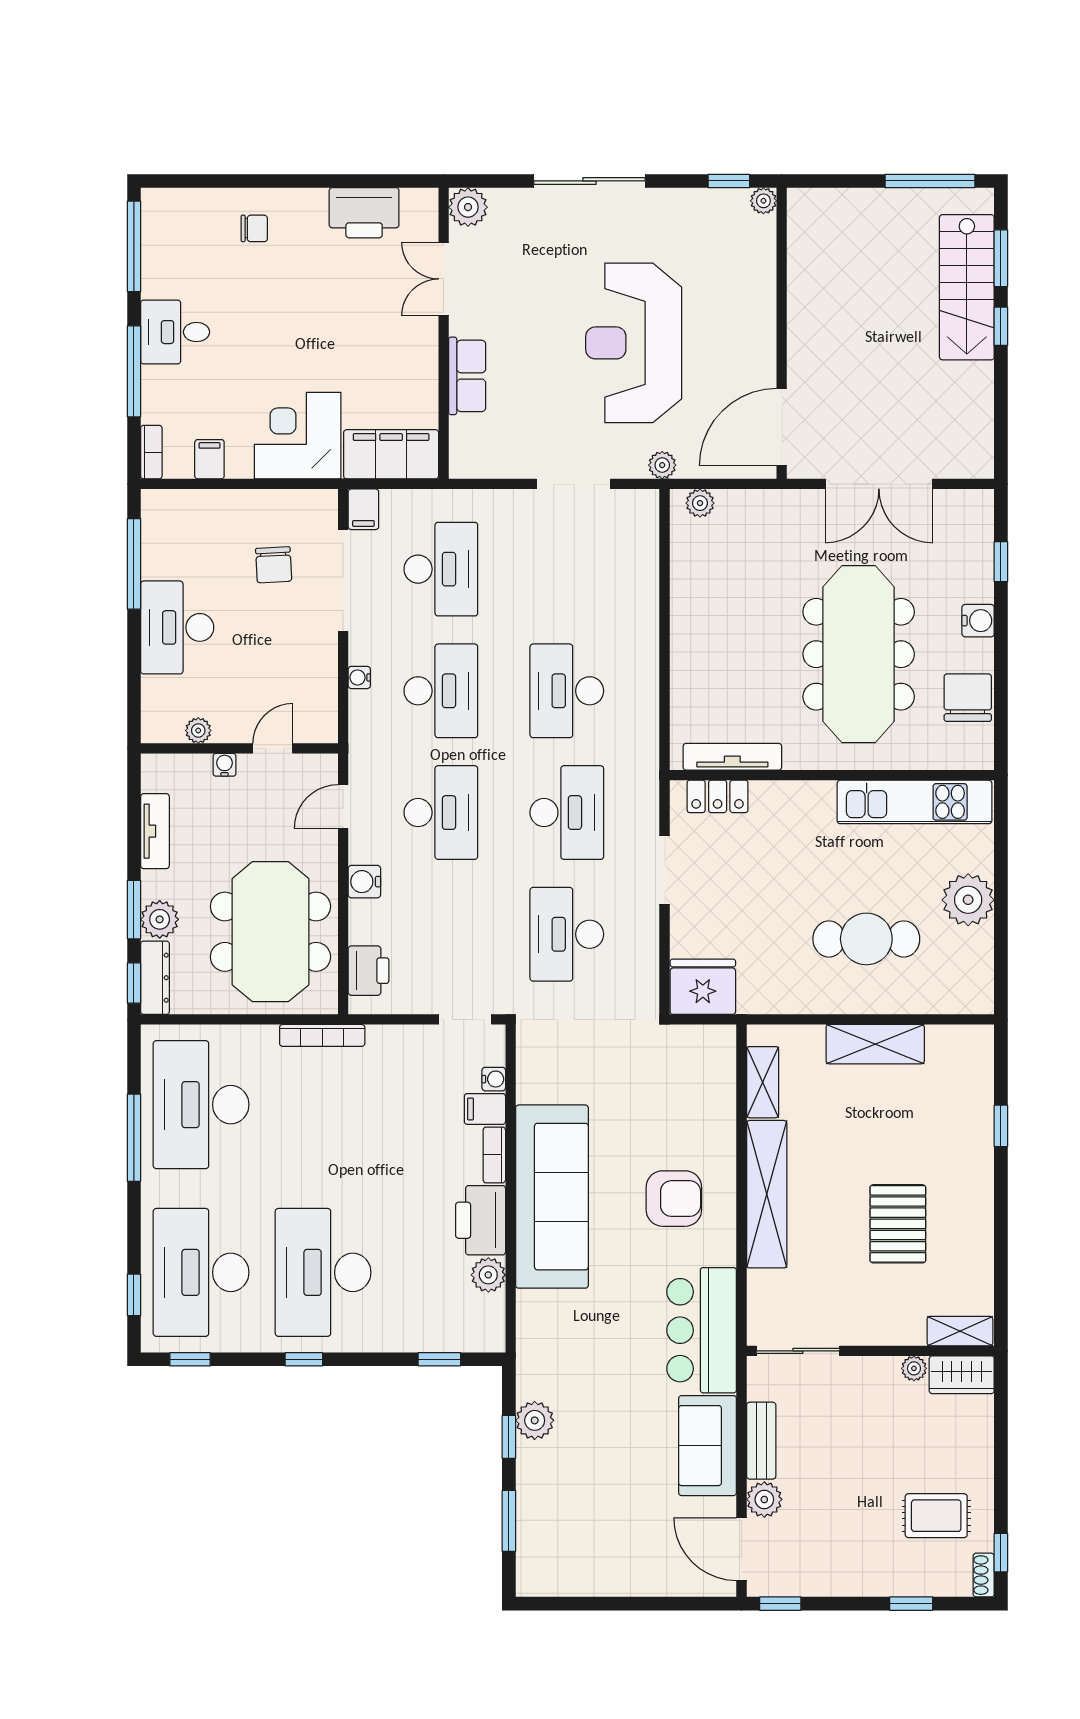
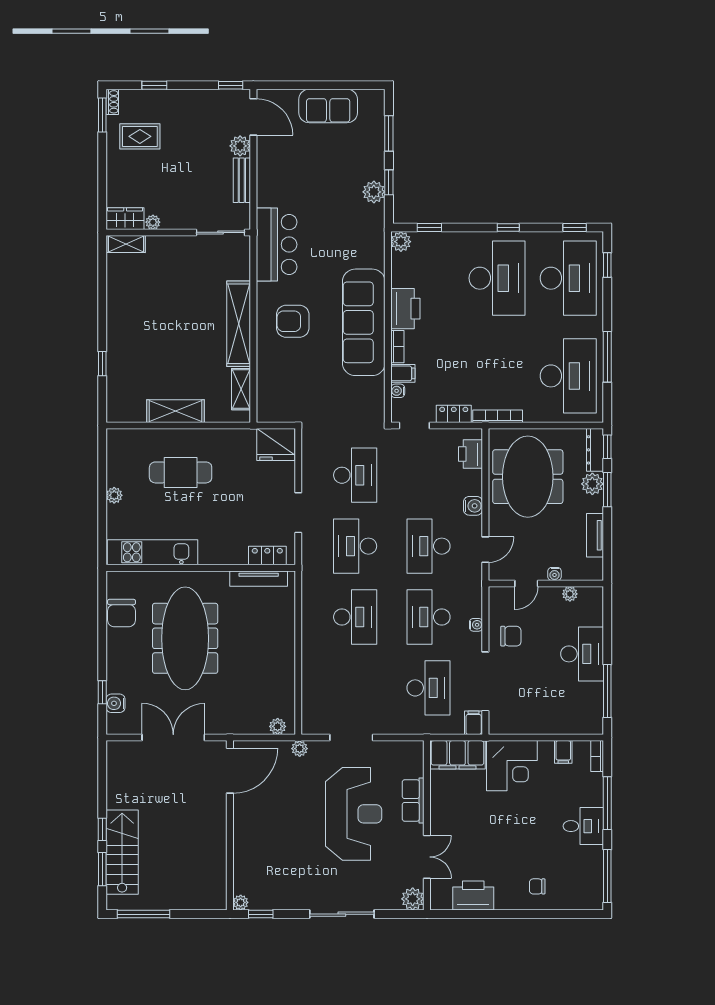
reception desk: (634, 343) -> (354, 814), moved
chair: (274, 565) -> (511, 636), moved, turned 93
desk: (441, 569) -> (428, 688), turned 180
water cooler: (978, 621) -> (115, 703), moved
plant: (968, 900) -> (114, 495), width x0.53, depth x0.53
locker: (397, 1040) -> (454, 414), added
pallet: (898, 1224) -> (162, 306), removed
plant: (488, 1275) -> (401, 242), moved
sofa: (708, 1446) -> (328, 106), moved, turned 90
window: (1001, 1553) -> (102, 115), width x1.50

